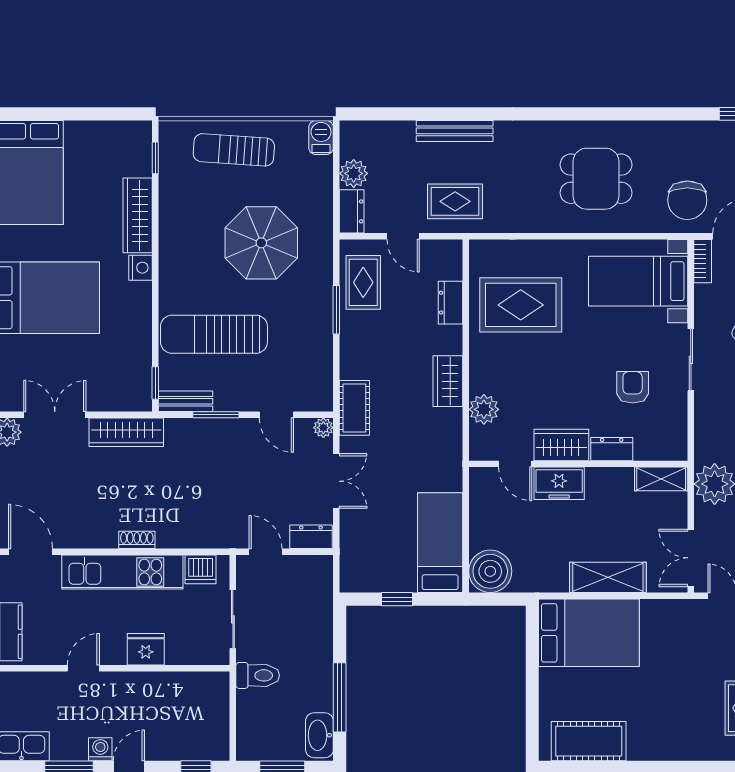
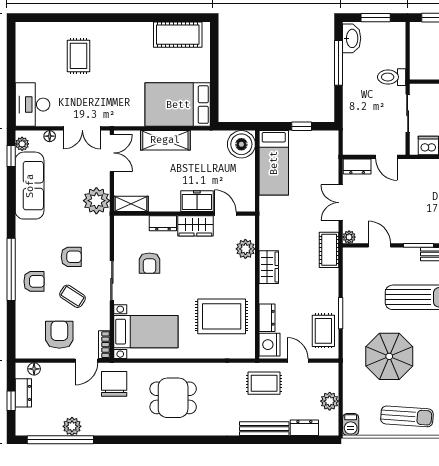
dresser: (352, 211) -> (304, 428), moved, turned 90
nightstand: (447, 261) -> (270, 345), added

